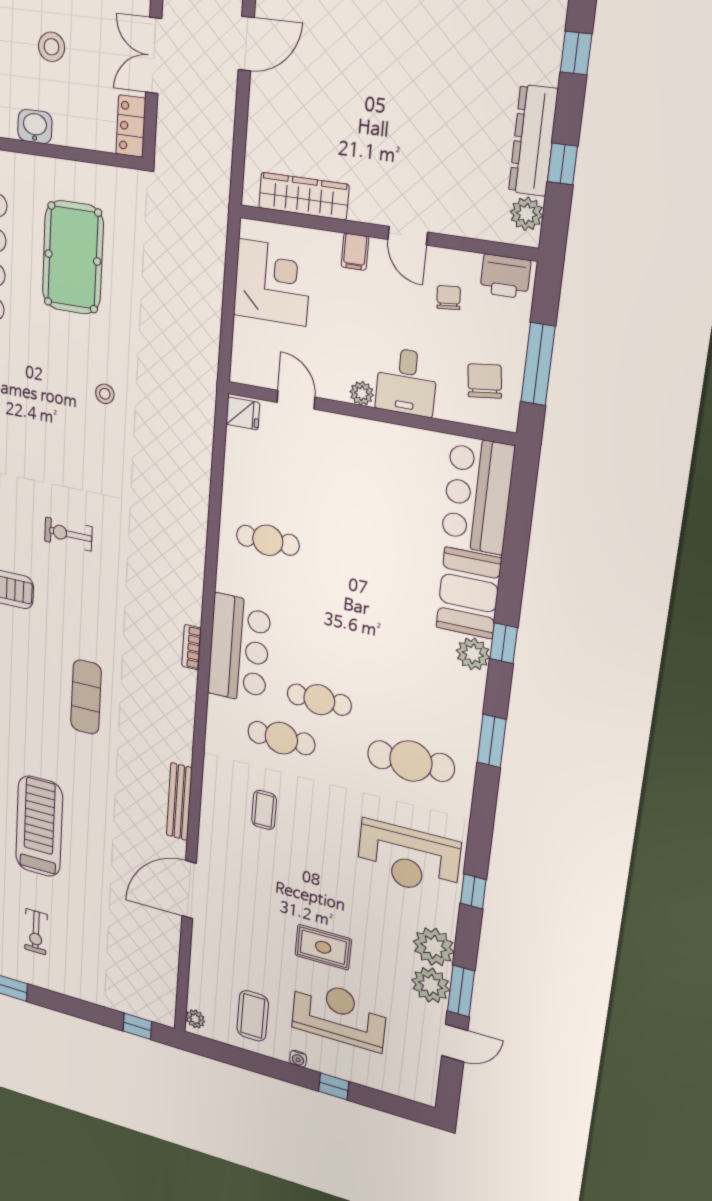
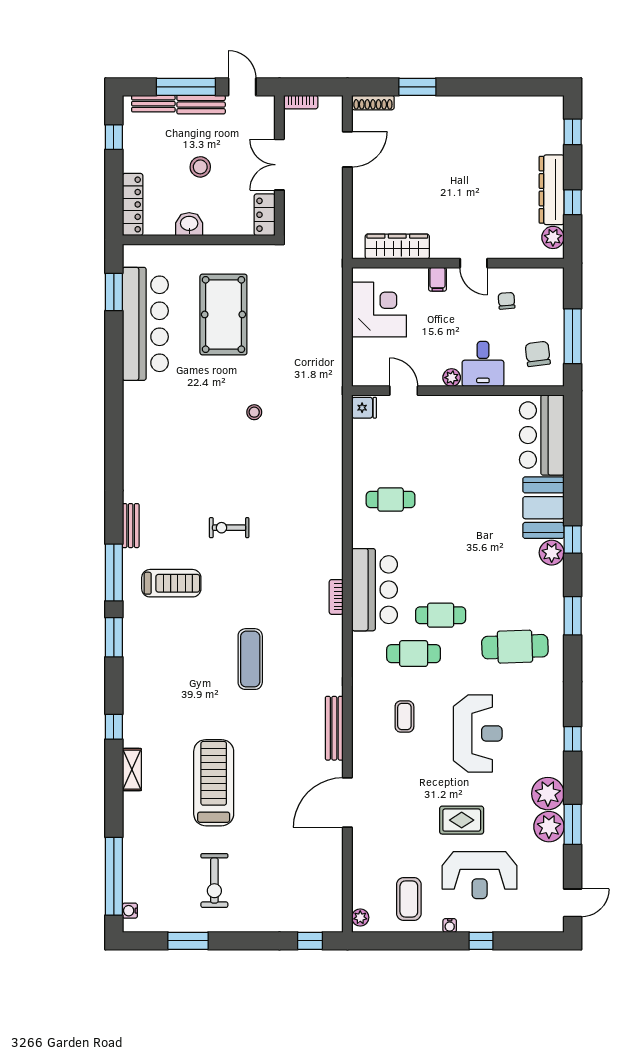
printer: (505, 276) -> (544, 281), removed
reception desk: (408, 858) -> (478, 733), moved, turned -90
exercise bike: (36, 932) -> (214, 880), width x1.38, depth x1.39
reception desk: (339, 1015) -> (480, 875), turned 180
door: (455, 1043) -> (573, 903), moved

